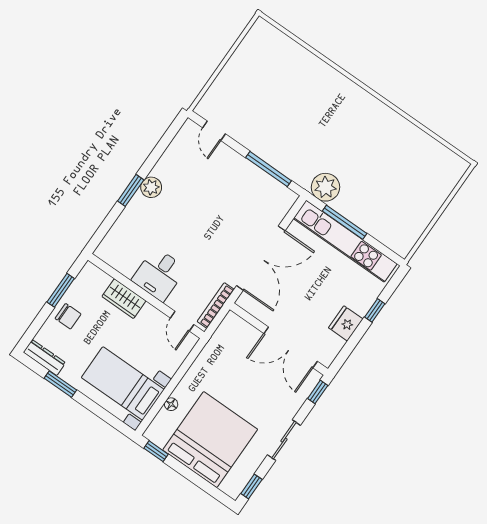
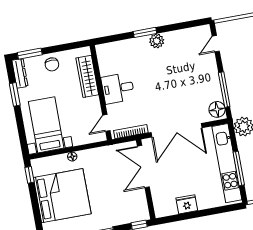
floor lamp: (281, 196) -> (217, 109), added
window: (345, 222) -> (239, 168), moved
window: (61, 290) -> (30, 54), moved
wardrobe: (124, 299) -> (87, 76), width x1.50
window: (375, 310) -> (208, 212), removed
double door: (291, 347) -> (143, 167), moved
floor lamp: (171, 404) -> (72, 157), moved

